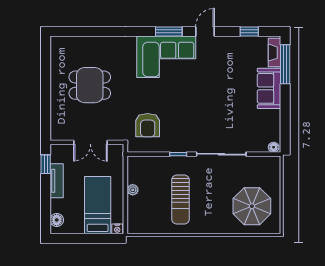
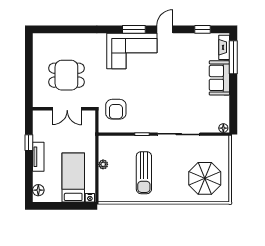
wall: (87, 142) -> (64, 109), moved
double door: (90, 142) -> (67, 109), moved

